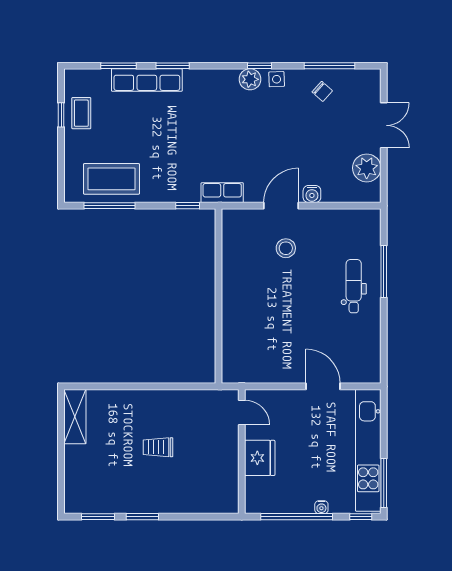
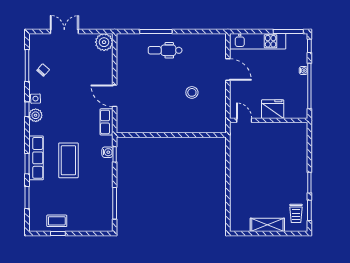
row of seats: (147, 80) -> (36, 158), moved
plant: (367, 168) -> (104, 42), moved
coffee table: (112, 179) -> (68, 160), moved
row of seats: (222, 193) -> (107, 122), moved
water cooler: (312, 194) -> (107, 152), moved
stool: (286, 248) -> (192, 92), moved
door: (323, 386) -> (228, 70), swing flipped
door: (242, 412) -> (244, 120), hinge flipped
shelving: (75, 417) -> (267, 225), moved
trolley: (158, 447) -> (296, 213), moved
kitchen unit: (368, 450) -> (258, 41), width x0.73

